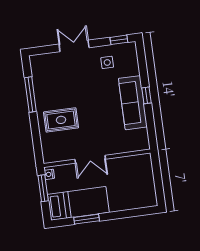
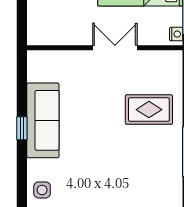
side table: (107, 62) -> (42, 190), moved

